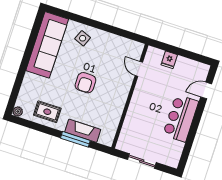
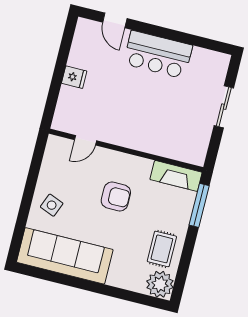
door: (139, 69) -> (86, 140), moved
wall: (130, 96) -> (126, 150), moved
plant: (18, 111) -> (160, 284), width x1.87, depth x1.87
fireplace: (83, 131) -> (176, 176), moved, turned -90

